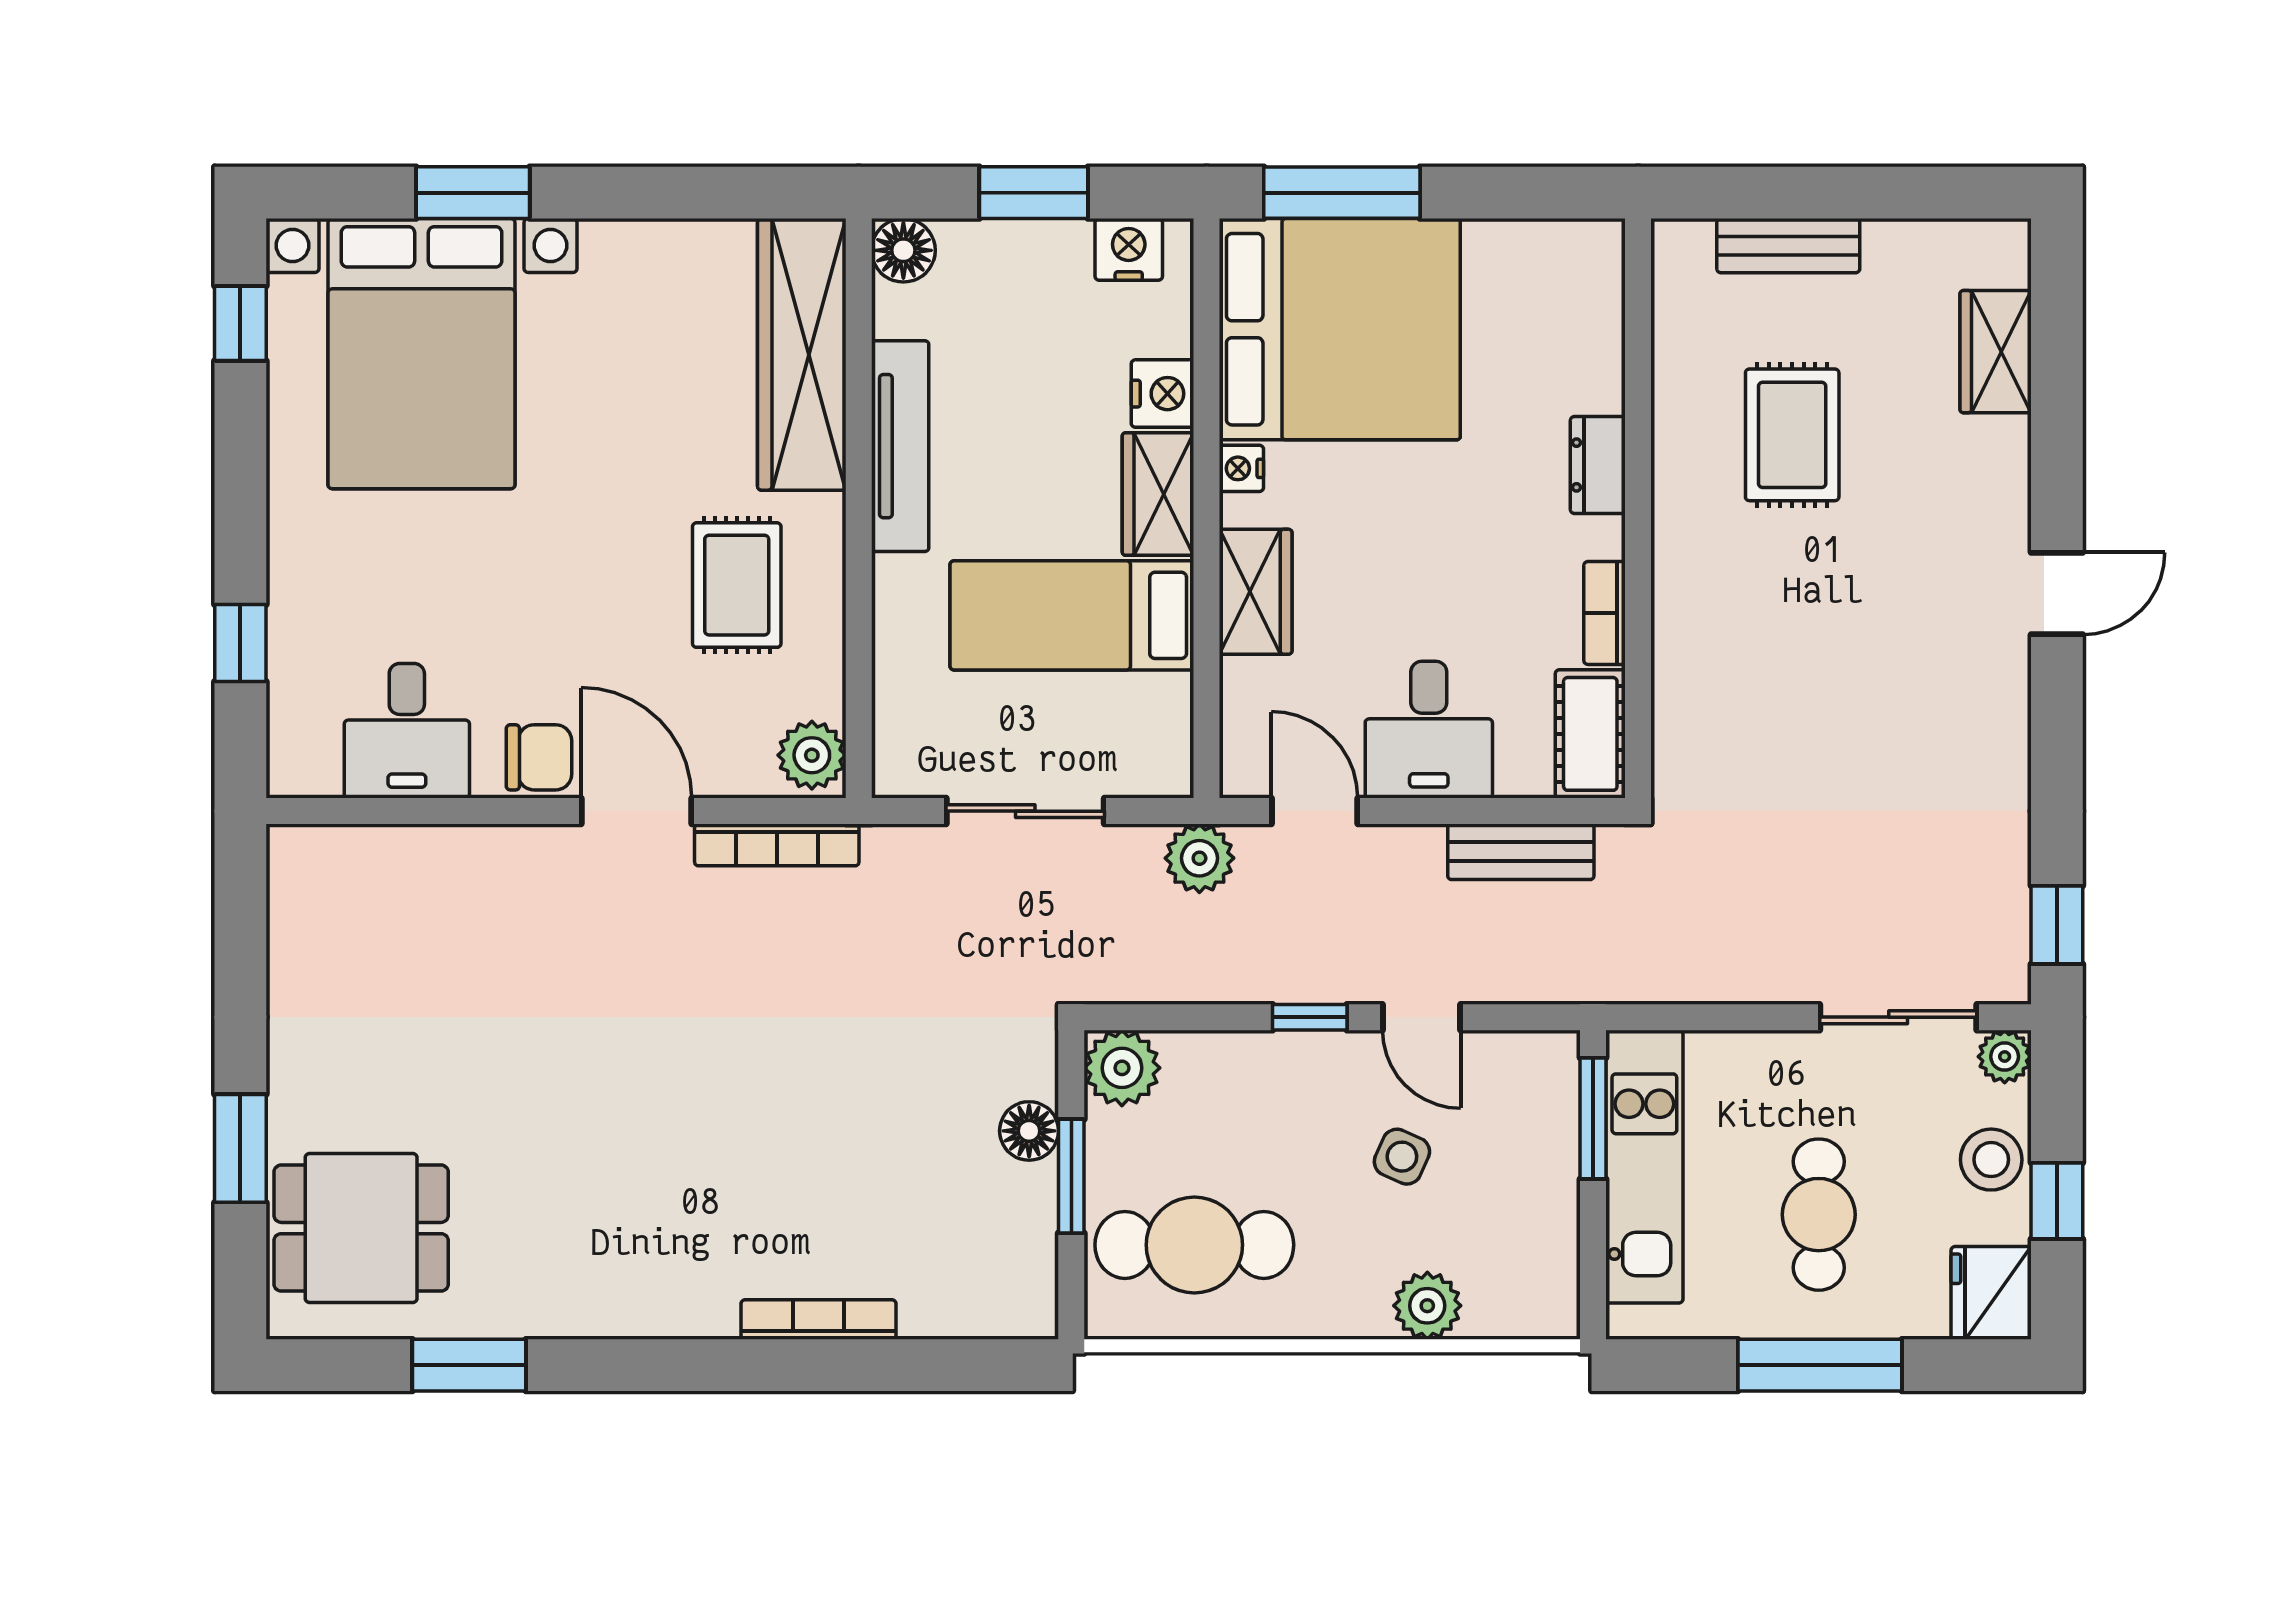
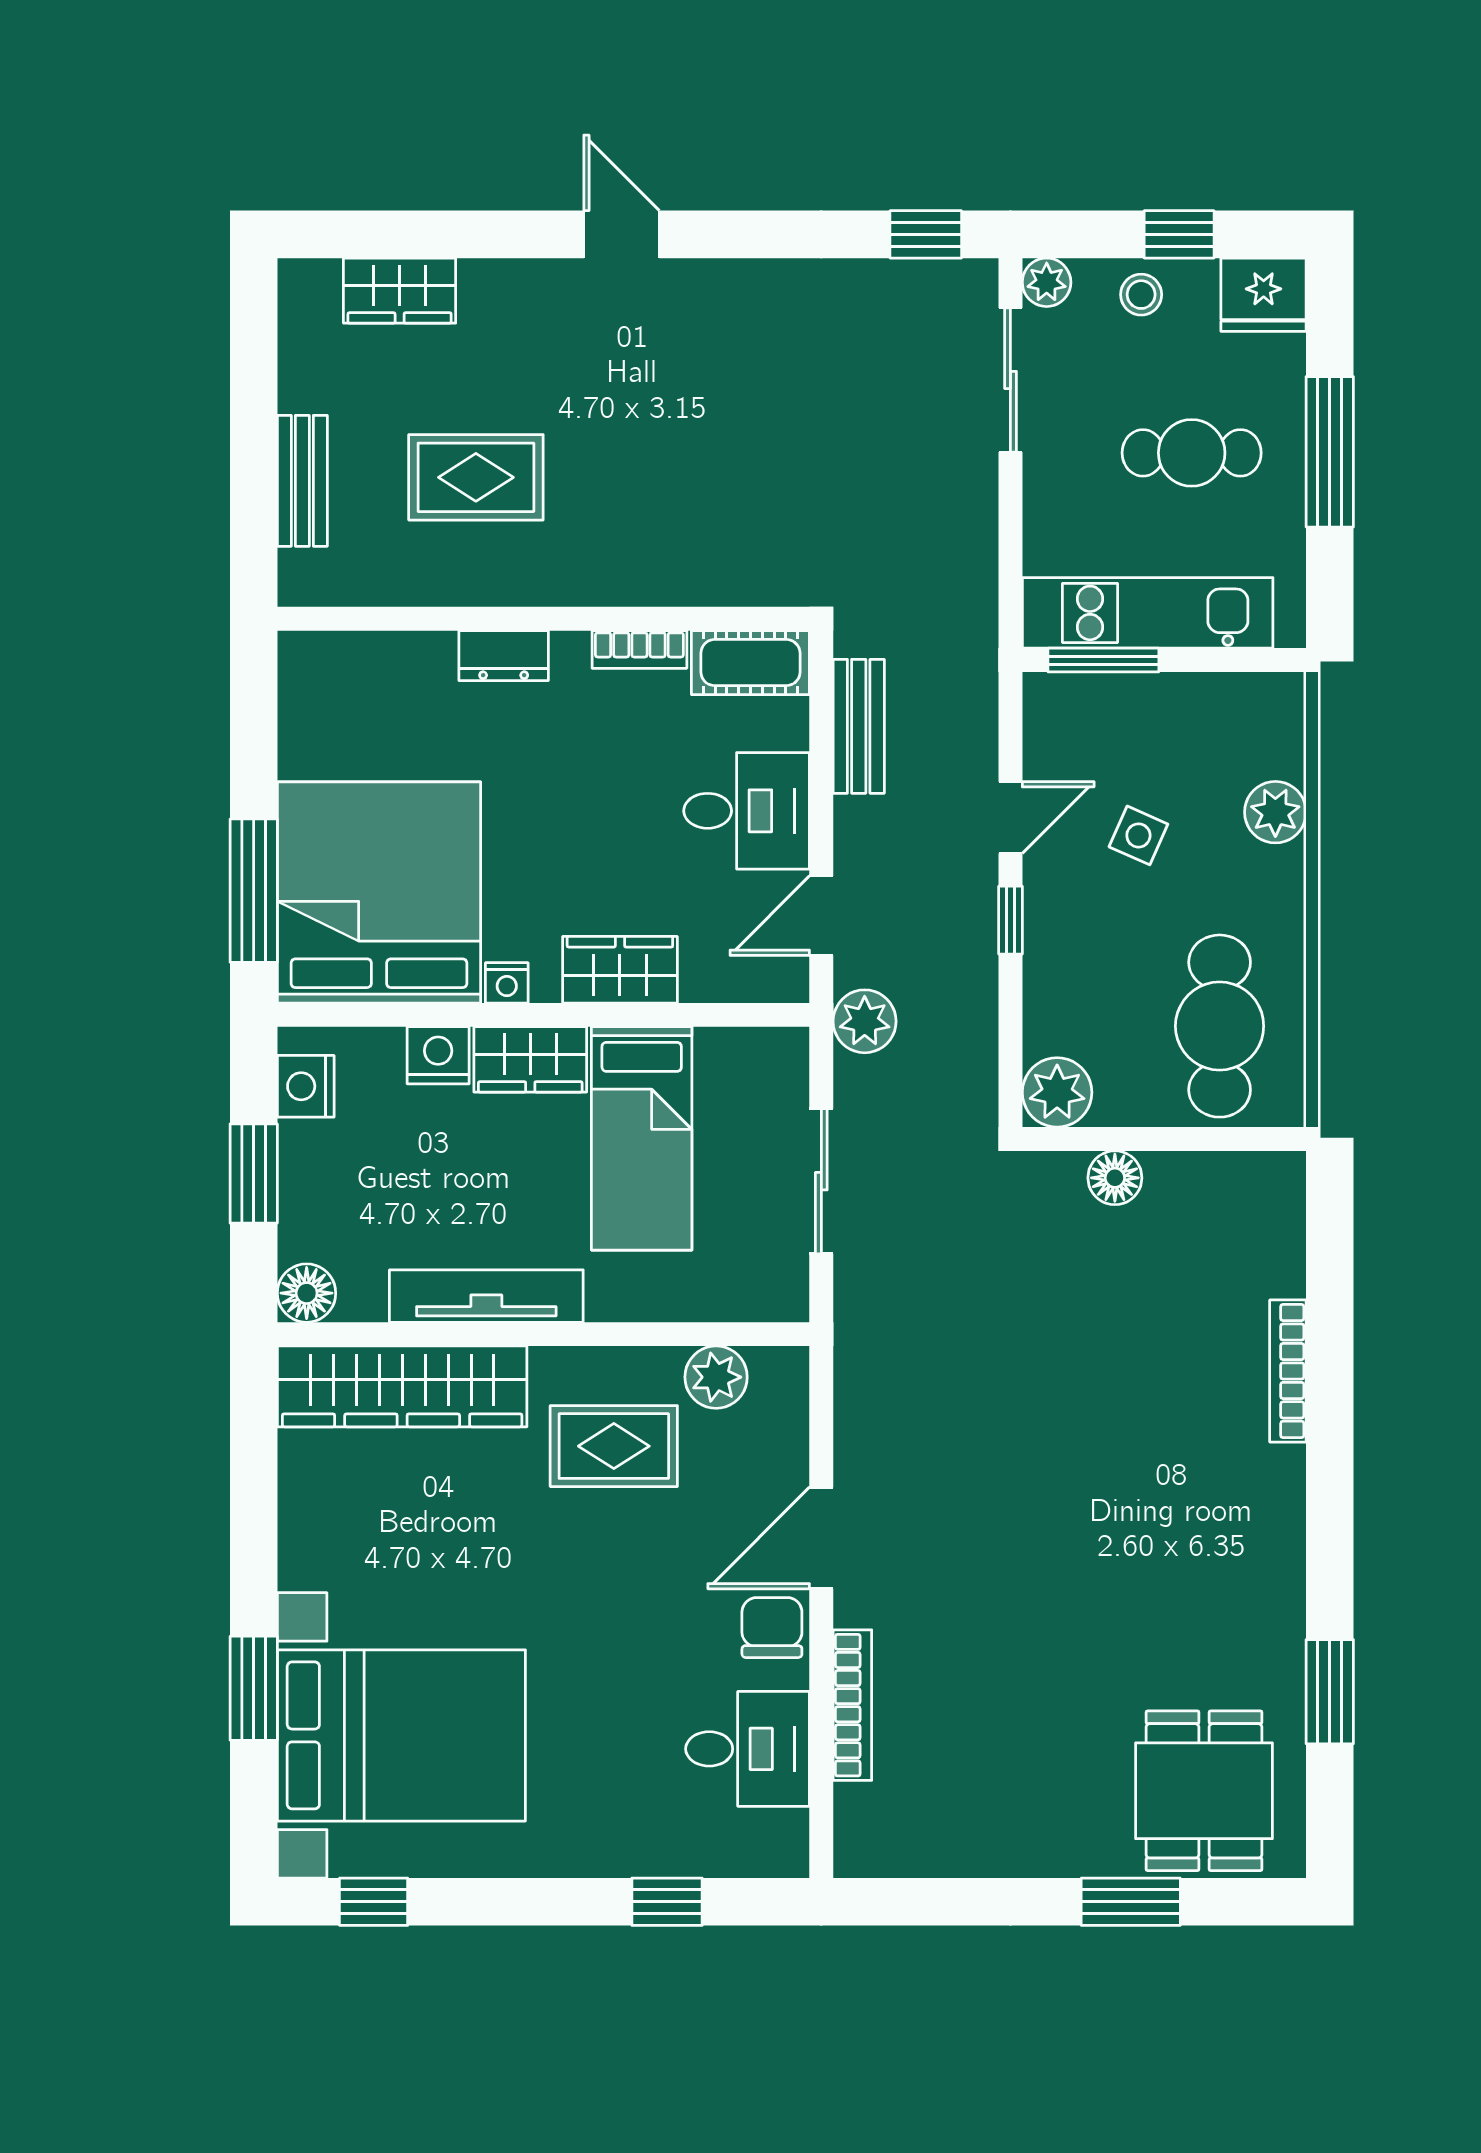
plant: (812, 755) -> (716, 1377), moved
bookcase: (777, 845) -> (852, 1705), moved
stool: (1991, 1160) -> (1141, 295), width x0.73, depth x0.73
window: (1071, 1176) -> (1156, 1139), removed

